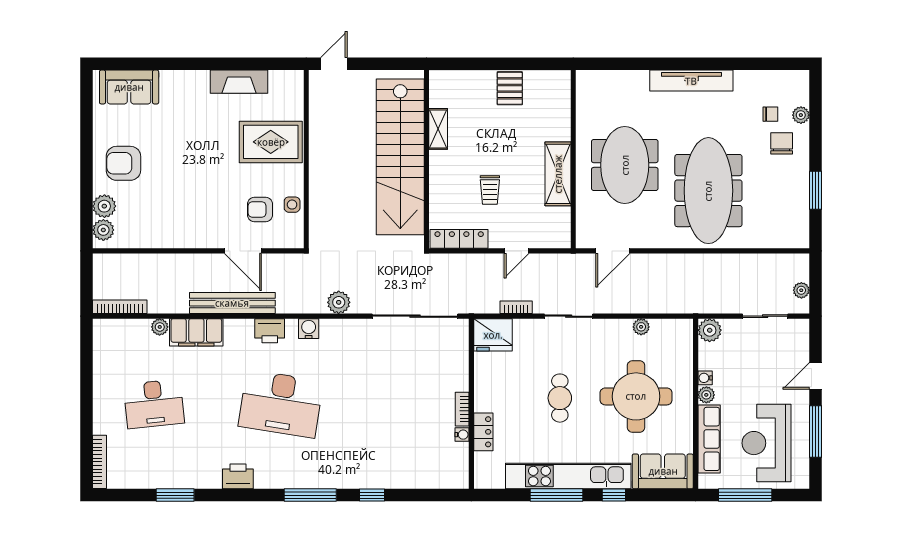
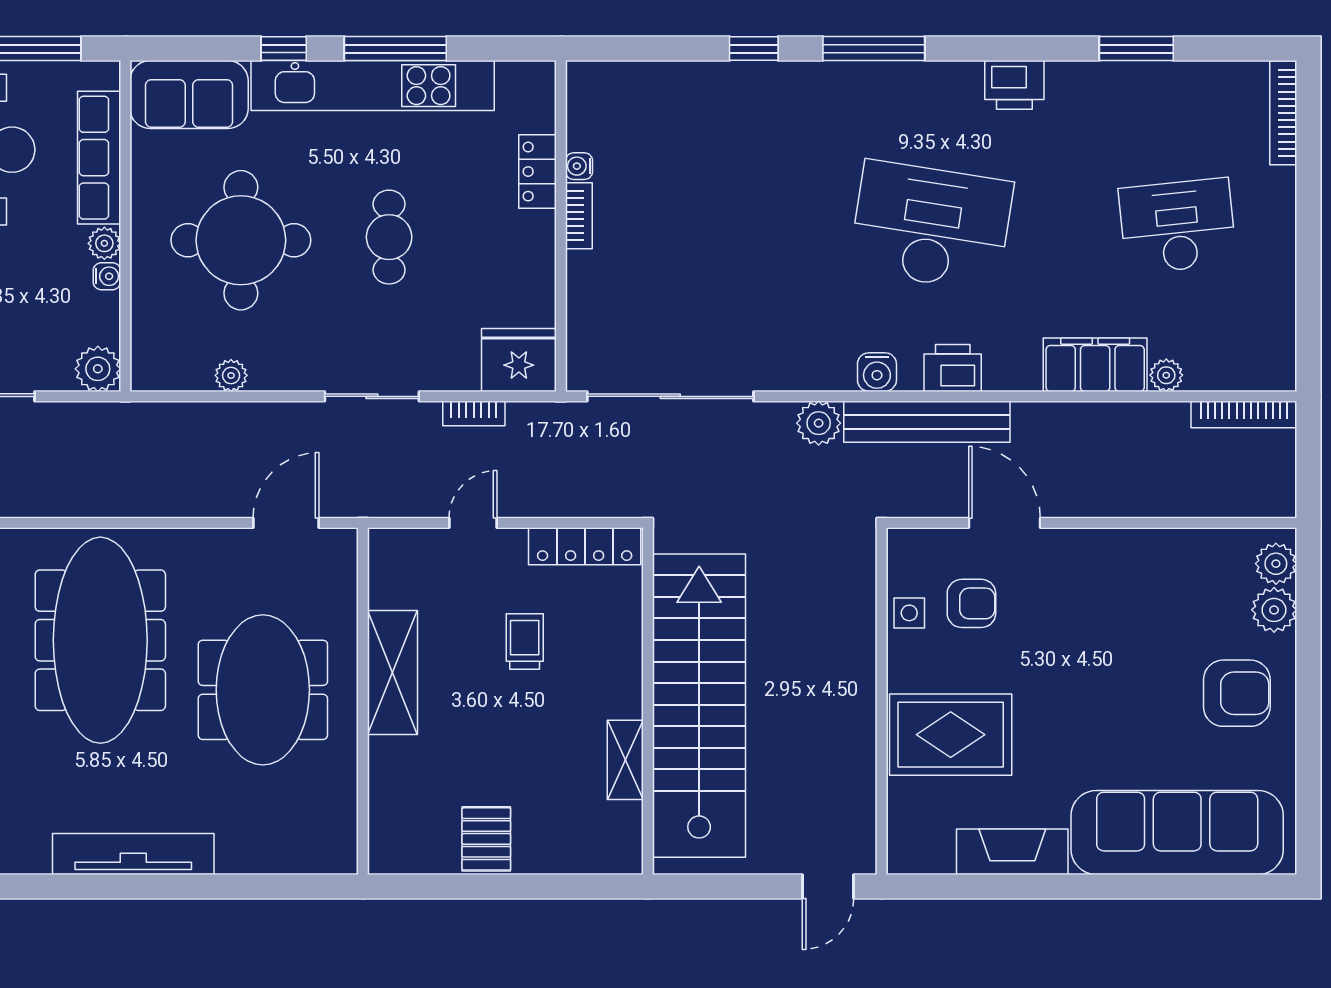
sofa: (129, 87) -> (1177, 832), width x1.85, depth x1.27
bench: (232, 303) -> (927, 422), moved

